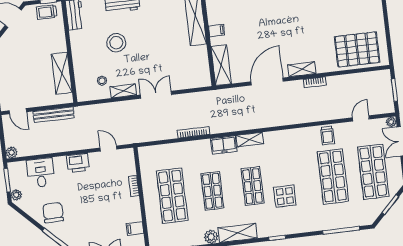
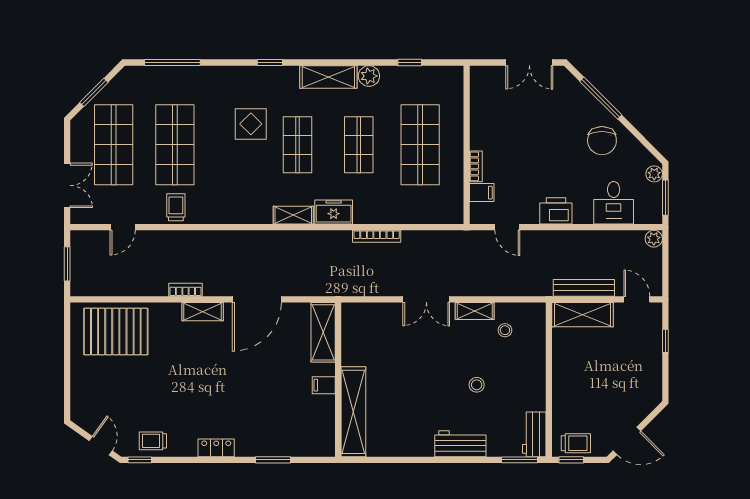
stool: (116, 43) -> (477, 385), width x0.53, depth x0.53
shelving: (62, 73) -> (583, 315), moved, turned 90
plant: (391, 122) -> (78, 216), removed
filing cabinet: (135, 228) -> (482, 193), moved

